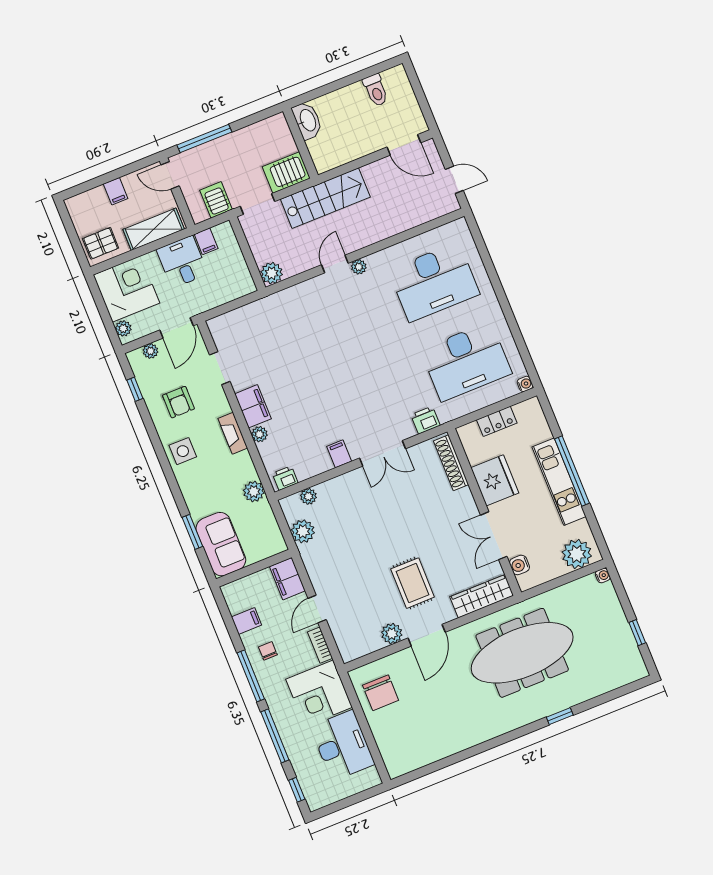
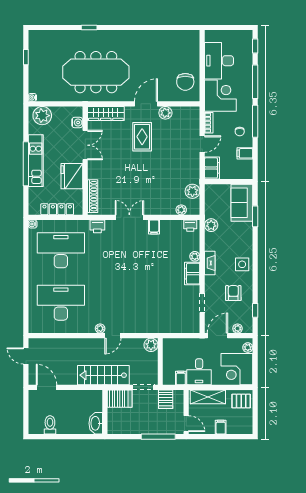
locker: (497, 421) -> (57, 209), width x1.53
chair: (381, 693) -> (185, 82), turned 180

